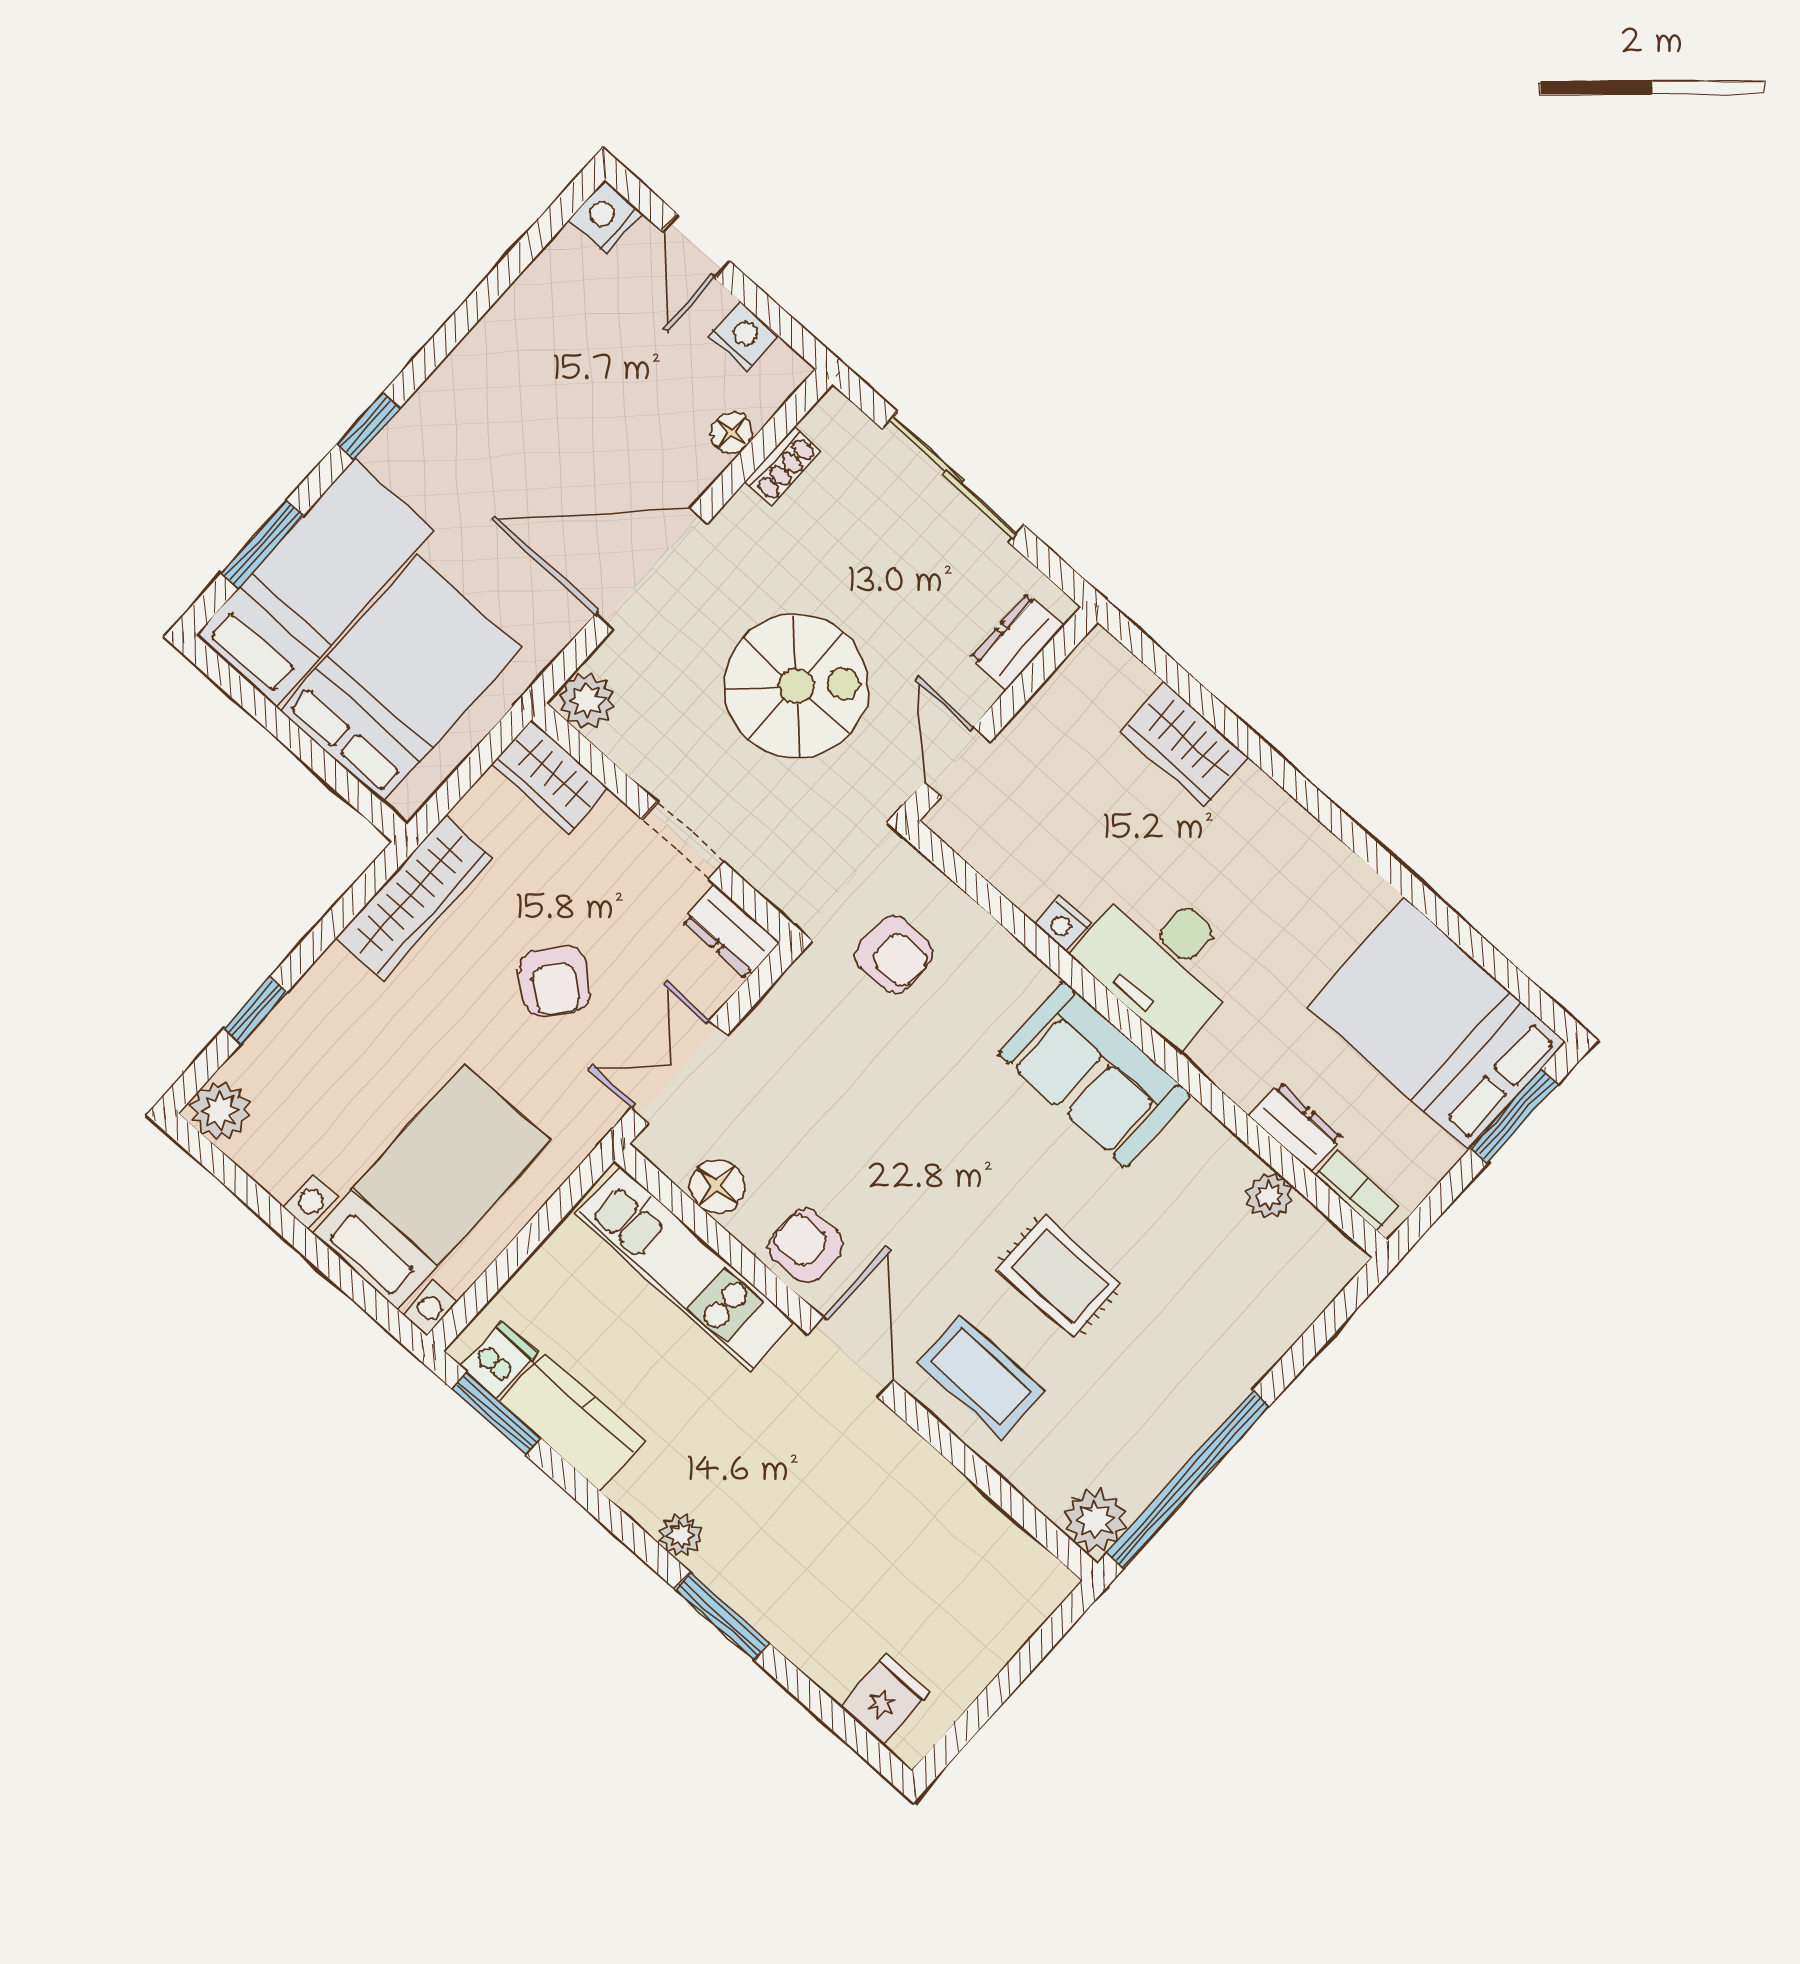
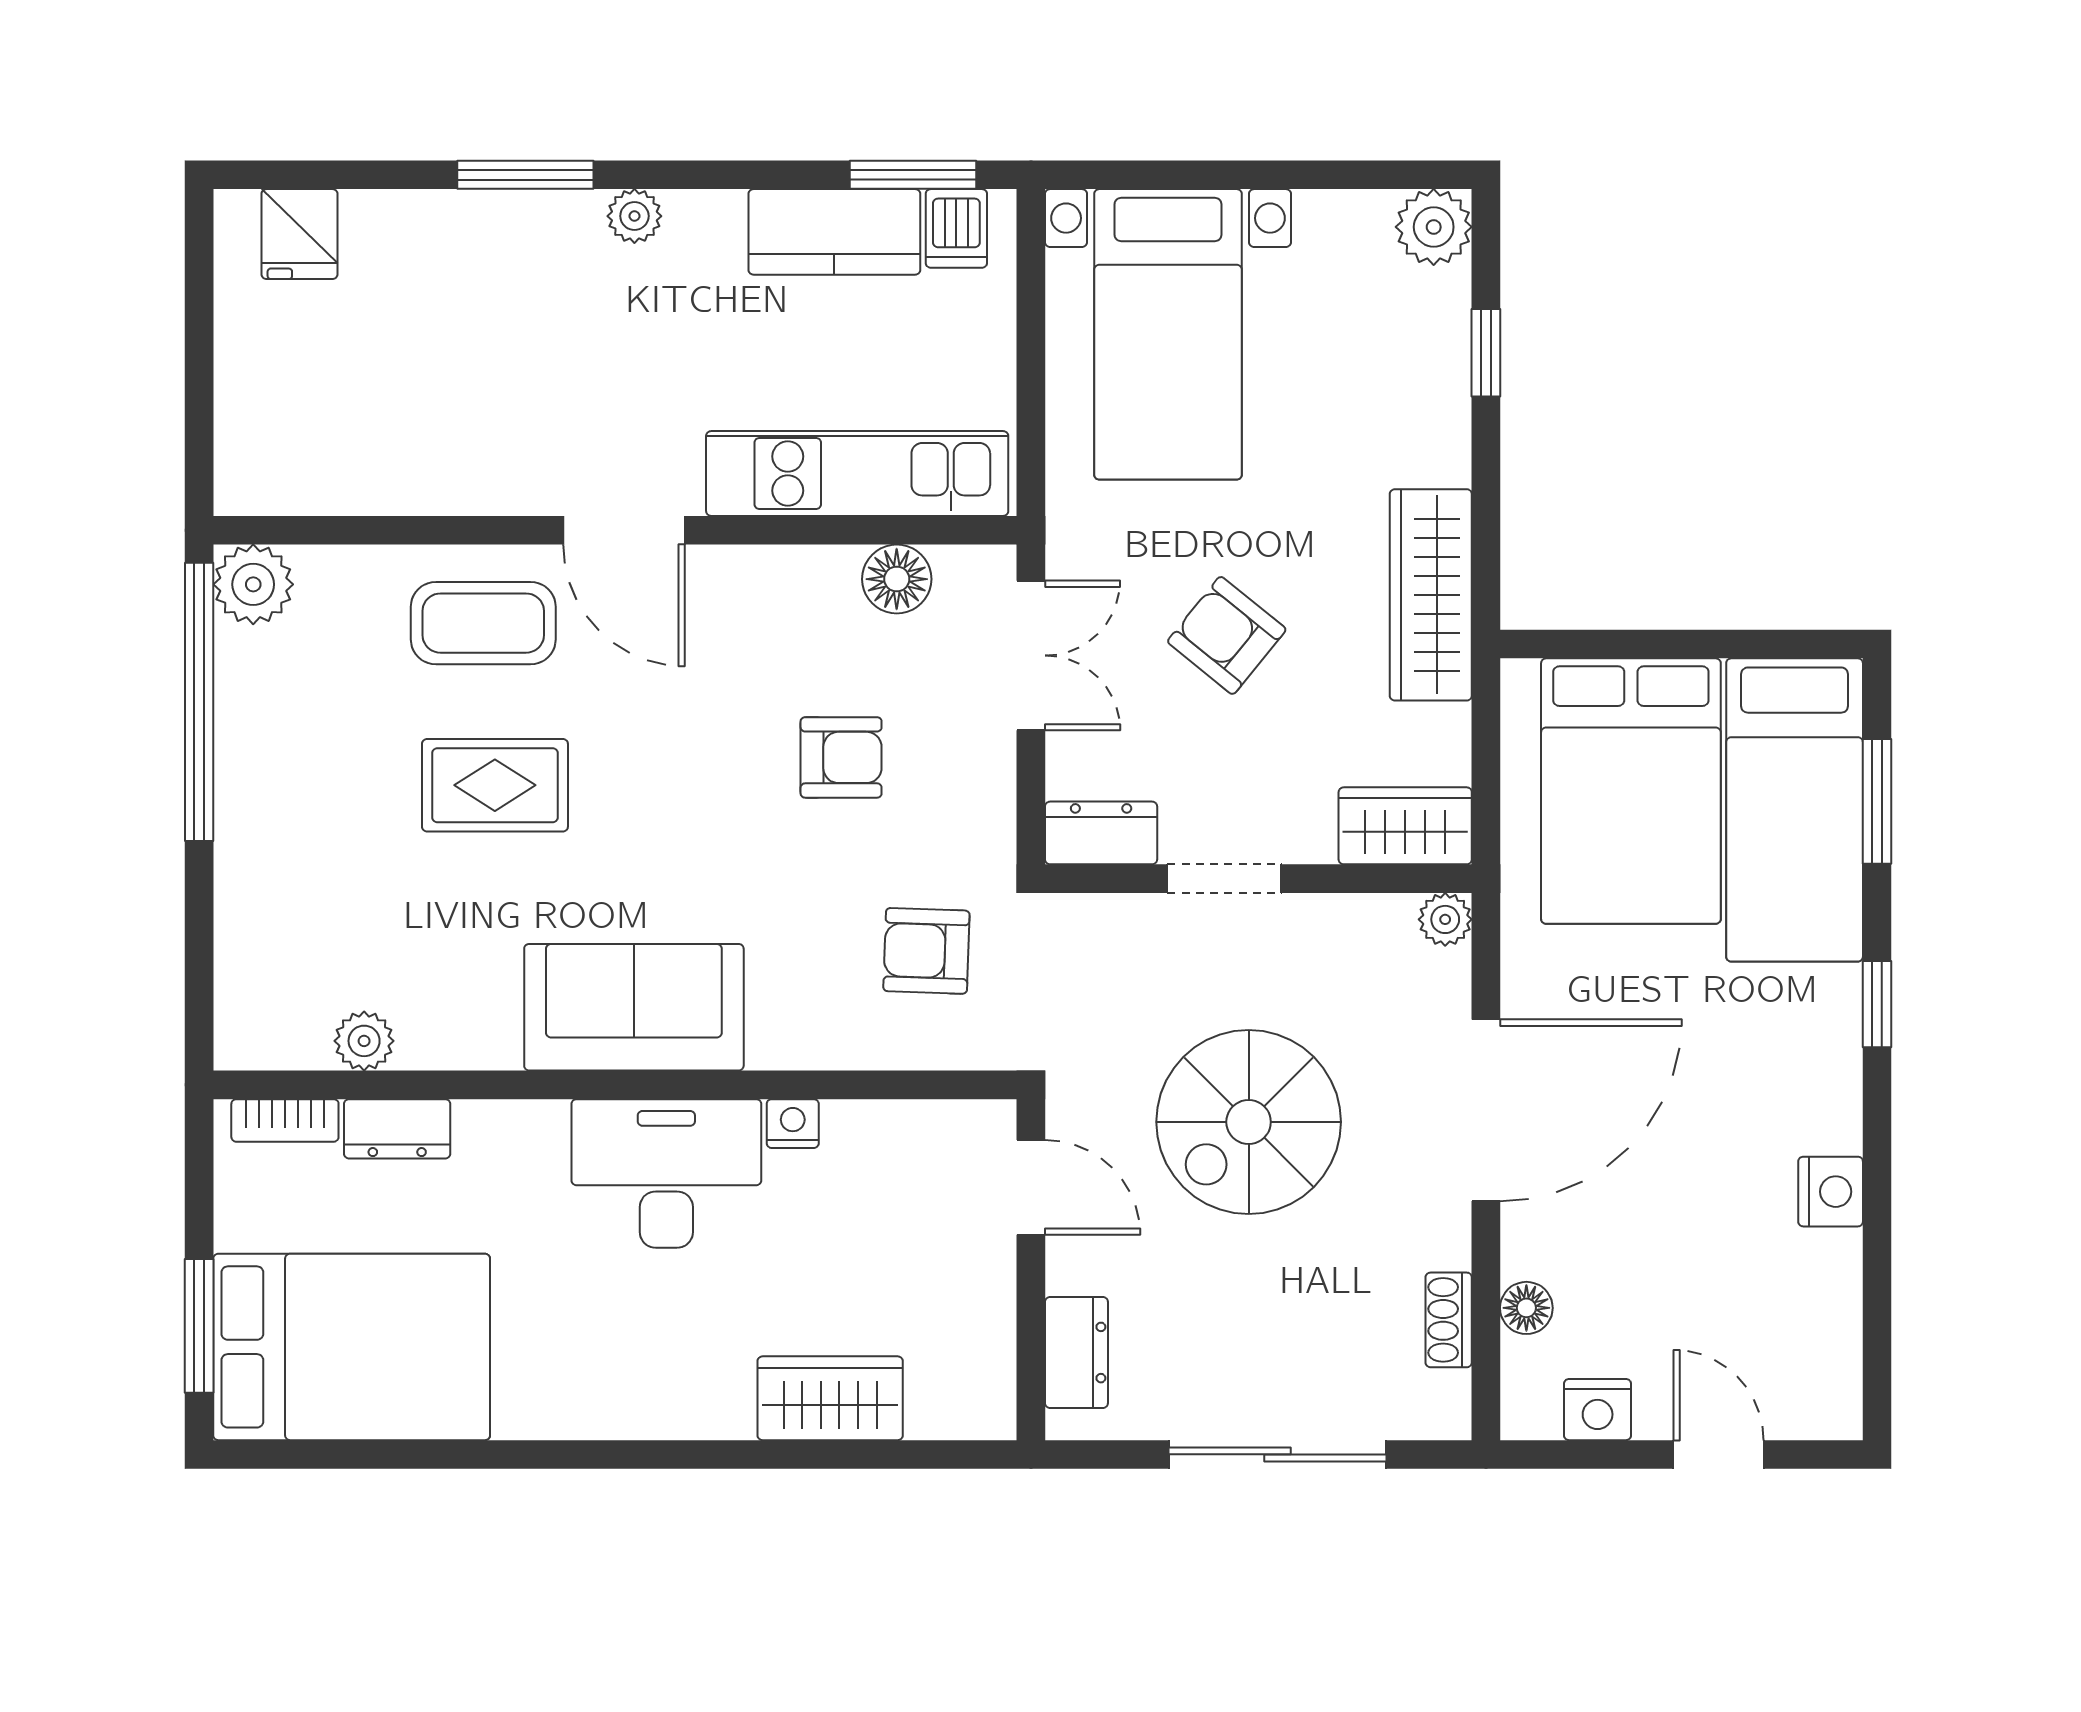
nightstand: (605, 217) -> (1831, 1192), moved
plant: (587, 701) -> (1445, 919), width x0.73, depth x0.73
armchair: (806, 1245) -> (841, 757), moved

